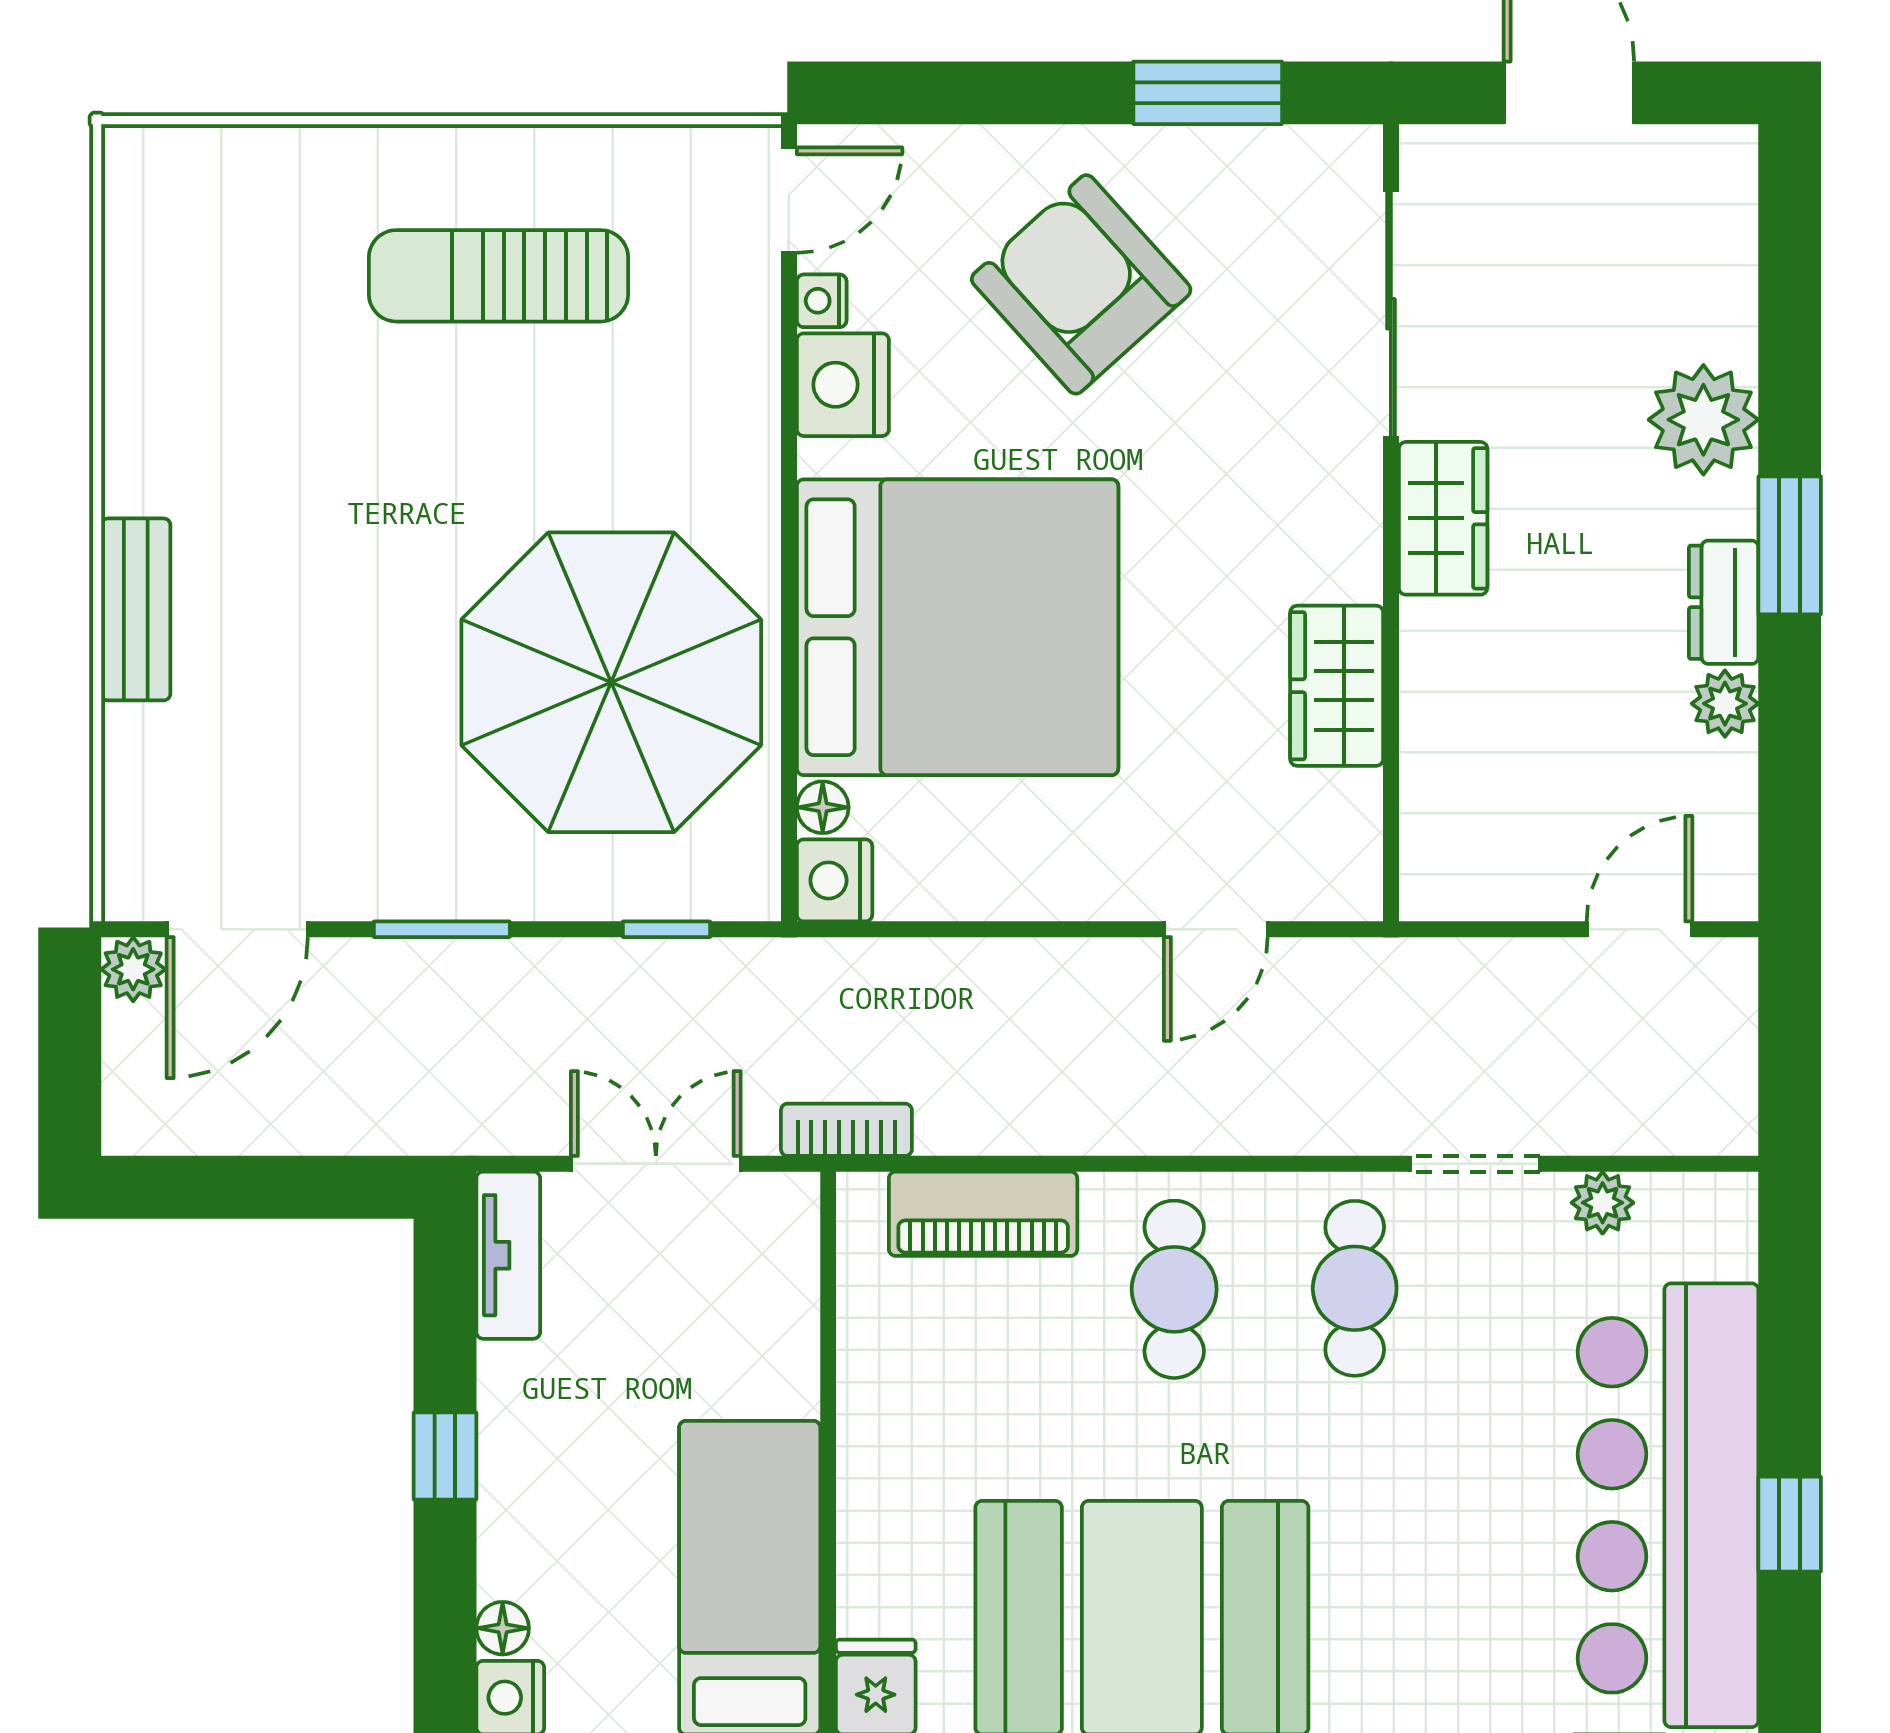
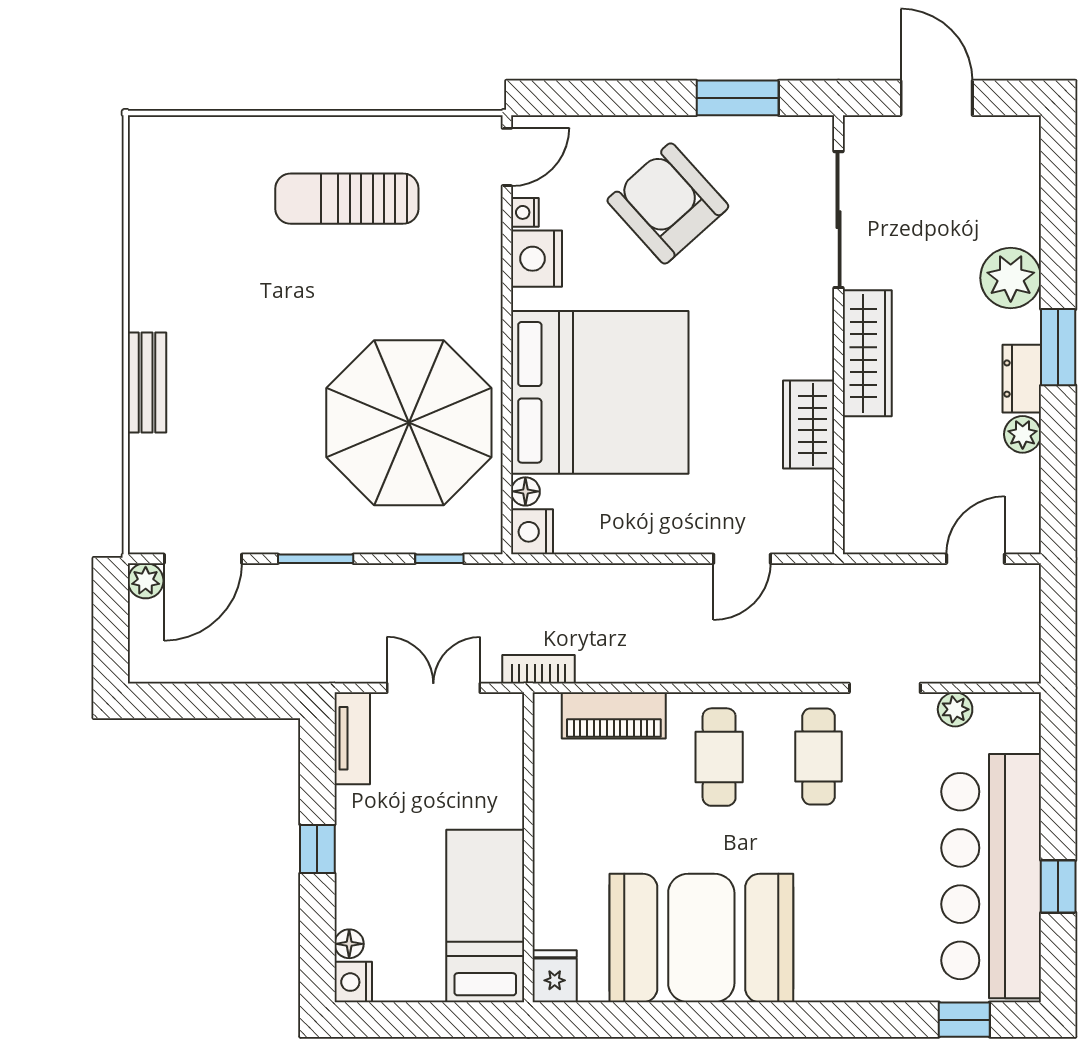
wardrobe: (1443, 518) -> (867, 353), width x1.50

